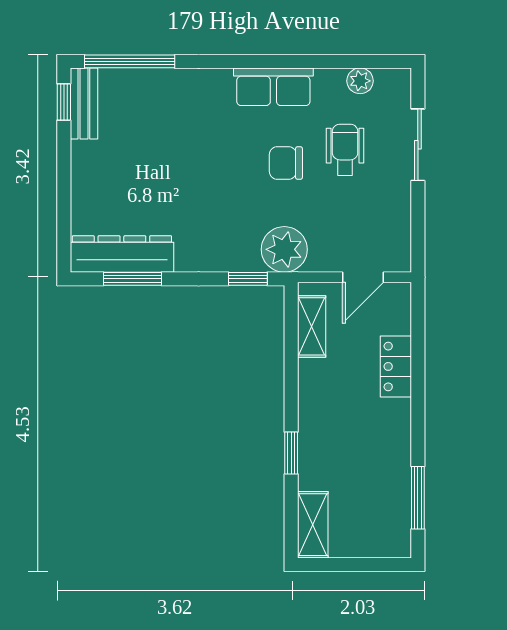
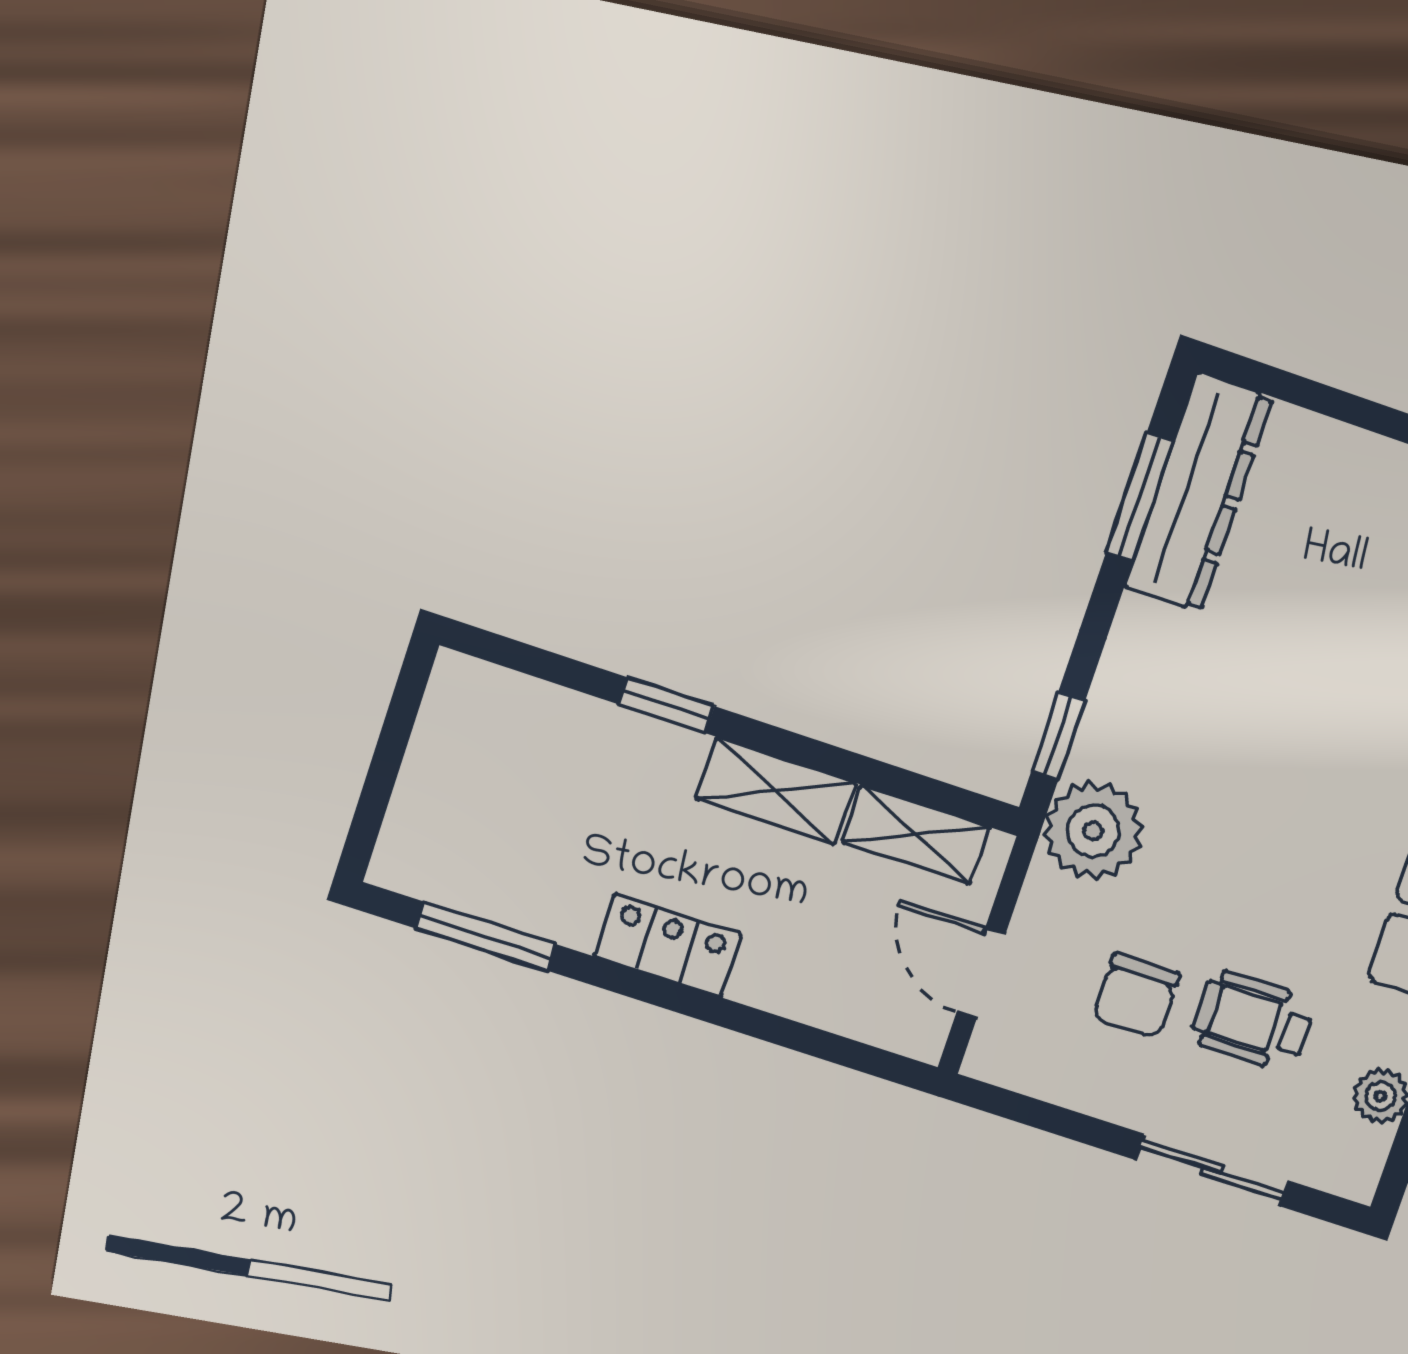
wheelchair: (345, 150) -> (1253, 1021), turned 180
chair: (286, 163) -> (1136, 996), moved, turned 180
locker: (396, 366) -> (668, 945), moved
shelving: (313, 525) -> (776, 791), moved

